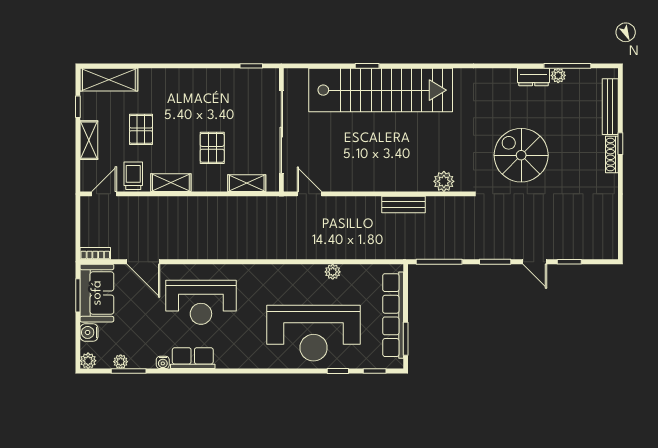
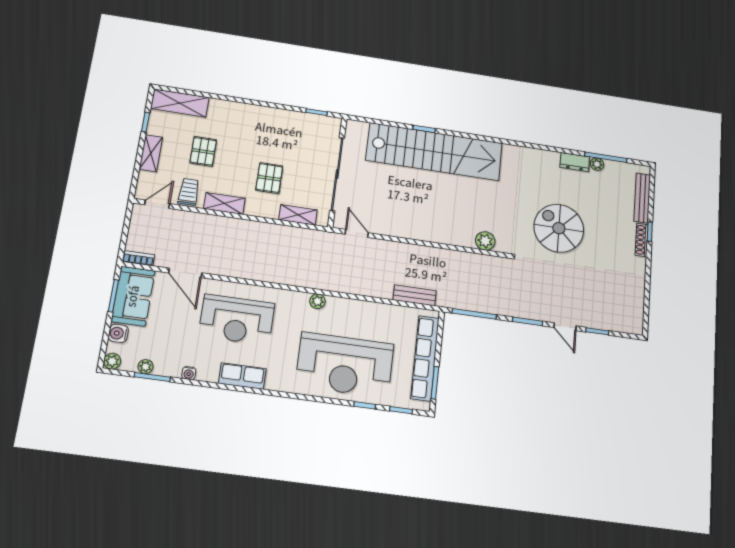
bench: (403, 204) -> (415, 295), moved
plant: (333, 272) -> (317, 301), moved
row of seats: (193, 358) -> (242, 376), moved

